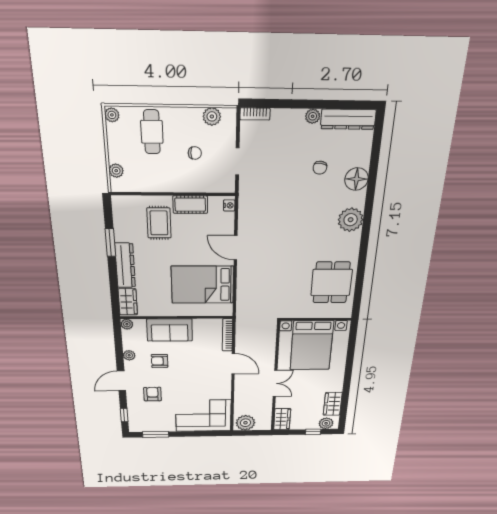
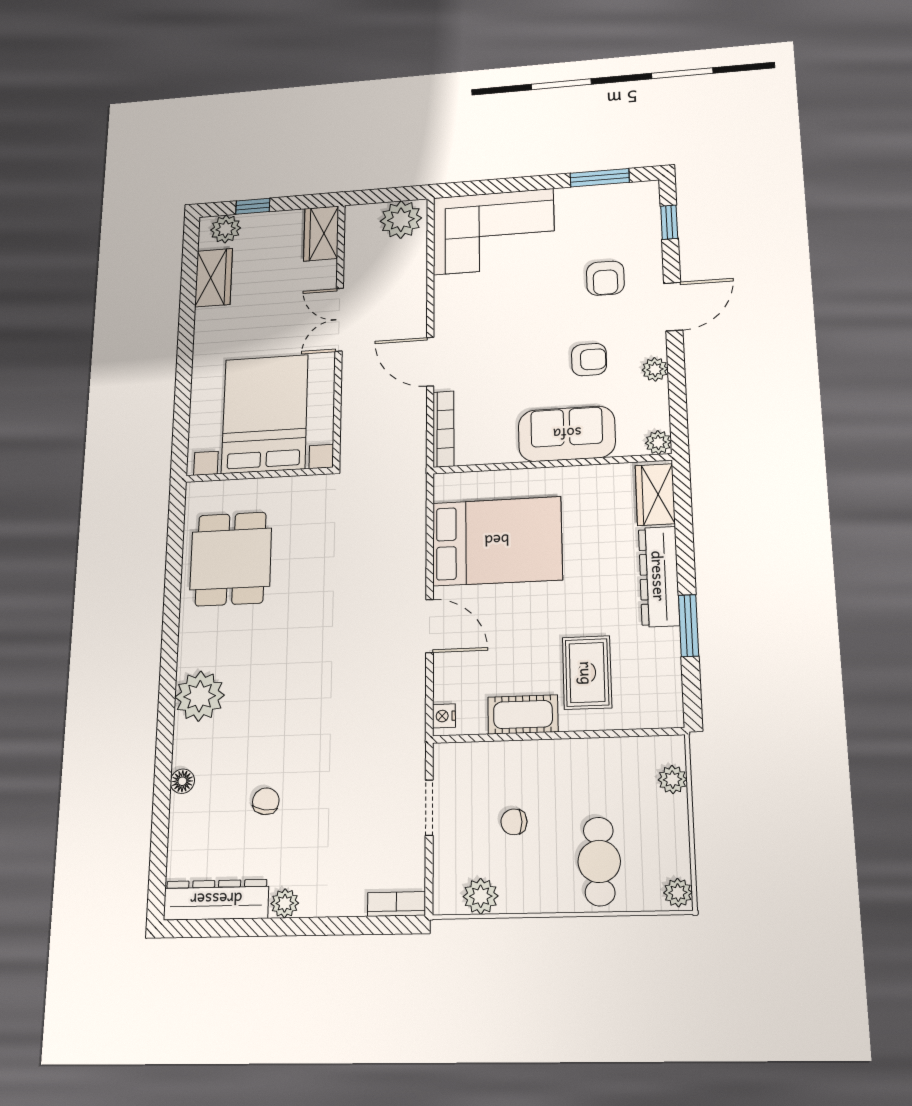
floor lamp: (356, 179) -> (182, 781), width x0.53, depth x0.53

